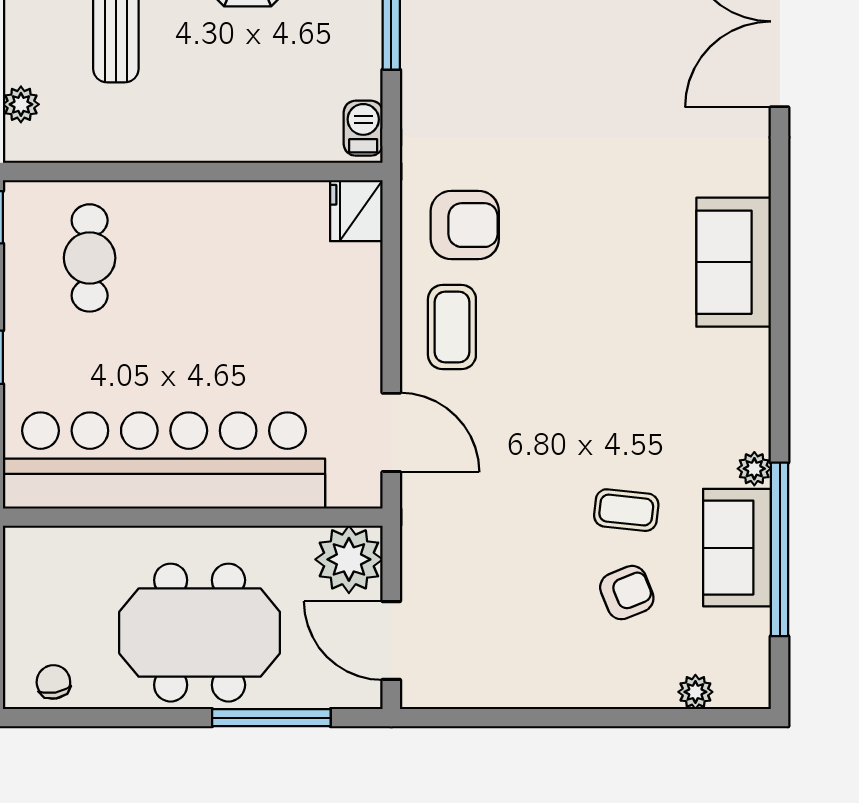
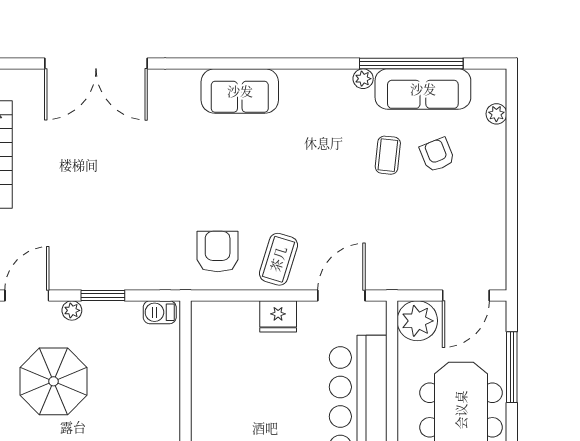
fridge: (356, 211) -> (278, 316), moved
coffee table: (452, 327) -> (278, 259), turned -73
sofa: (737, 548) -> (423, 89), width x1.36

